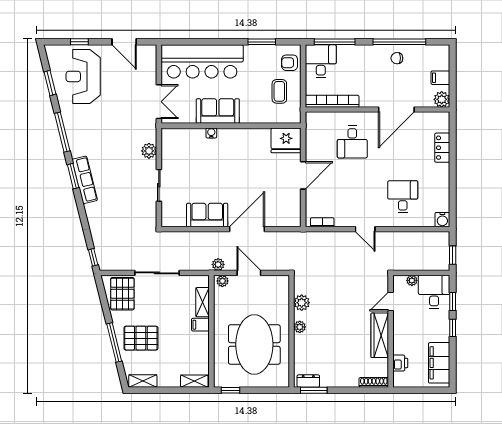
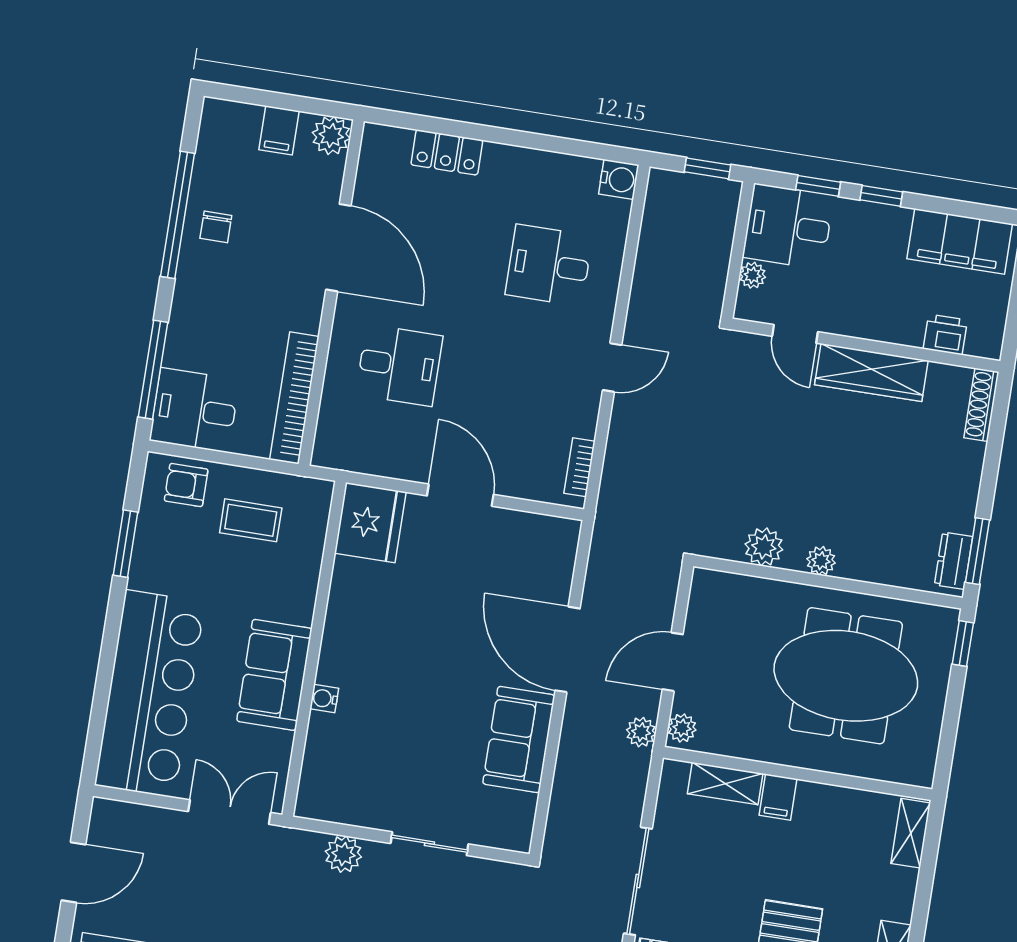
armchair: (290, 63) -> (186, 485), turned 90
window: (231, 390) -> (963, 644), moved

